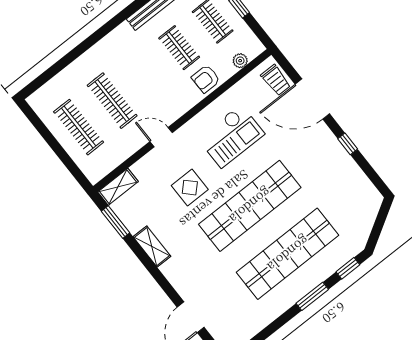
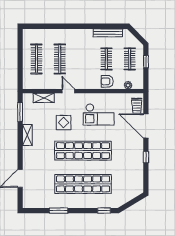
shelving: (118, 187) -> (44, 98), moved
window: (312, 296) -> (59, 211), moved

